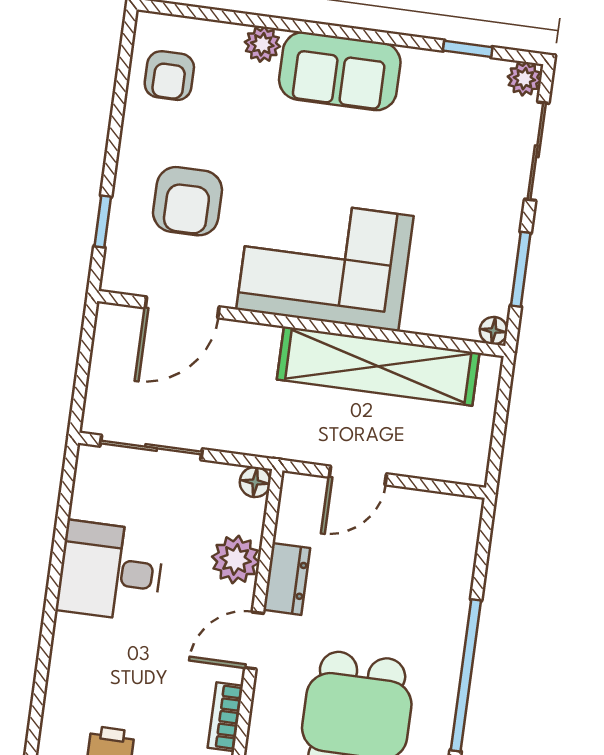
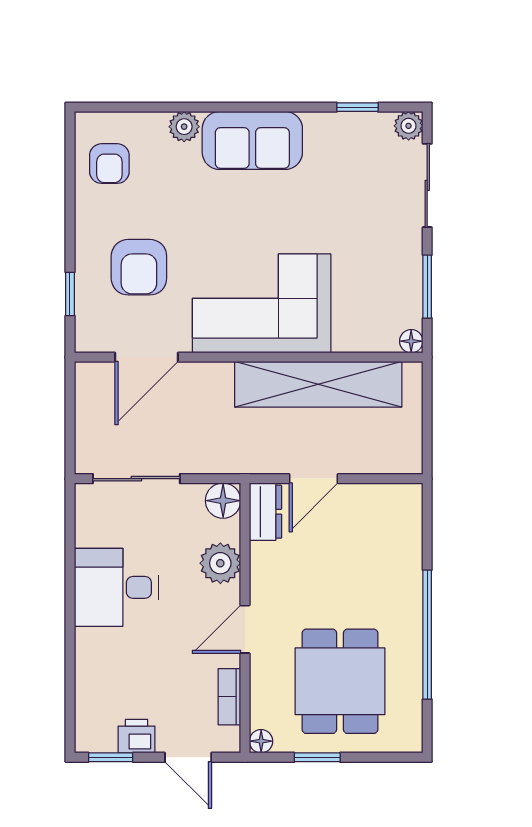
floor lamp: (255, 482) -> (223, 501), width x1.37, depth x1.37
dresser: (287, 579) -> (265, 512), moved

